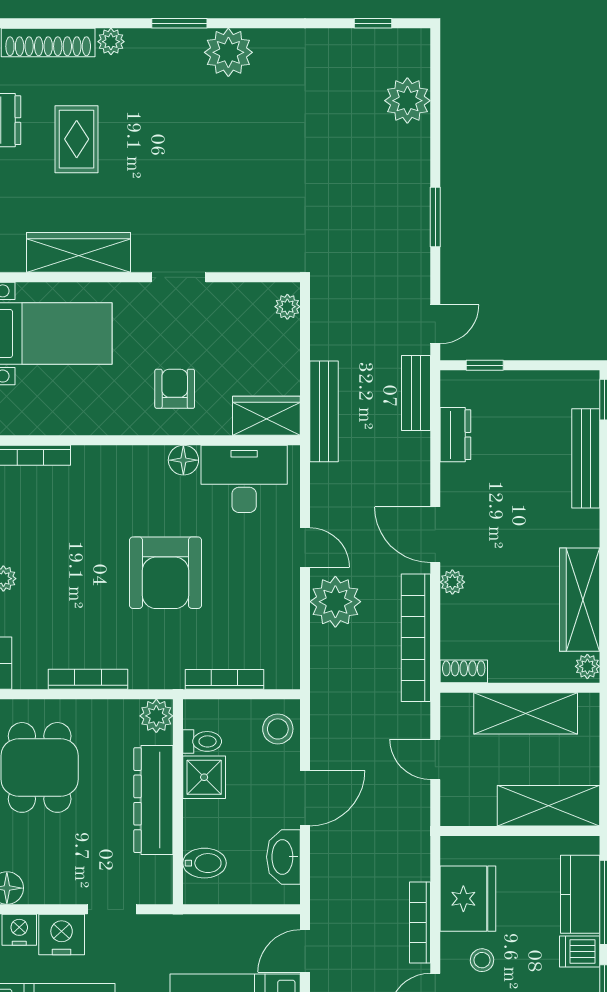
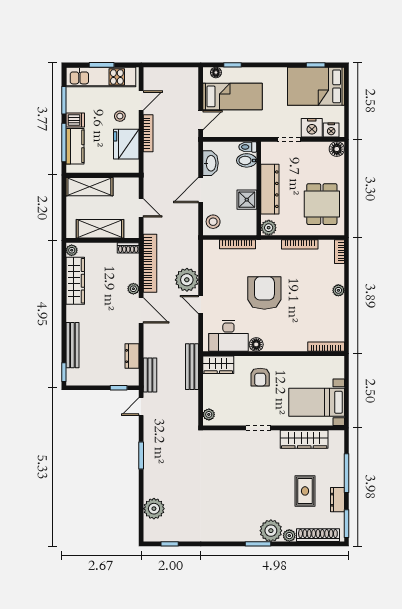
plant: (228, 52) -> (271, 531), moved
toilet: (202, 741) -> (248, 147), moved

